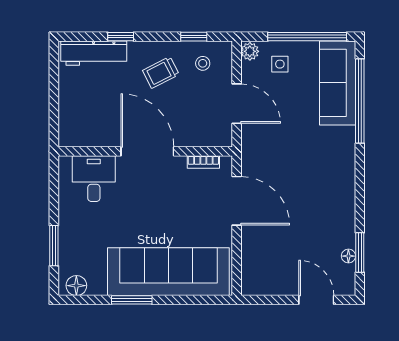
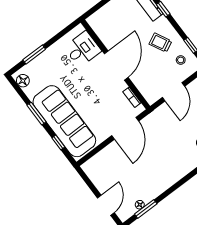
window: (190, 300) -> (58, 142), added

